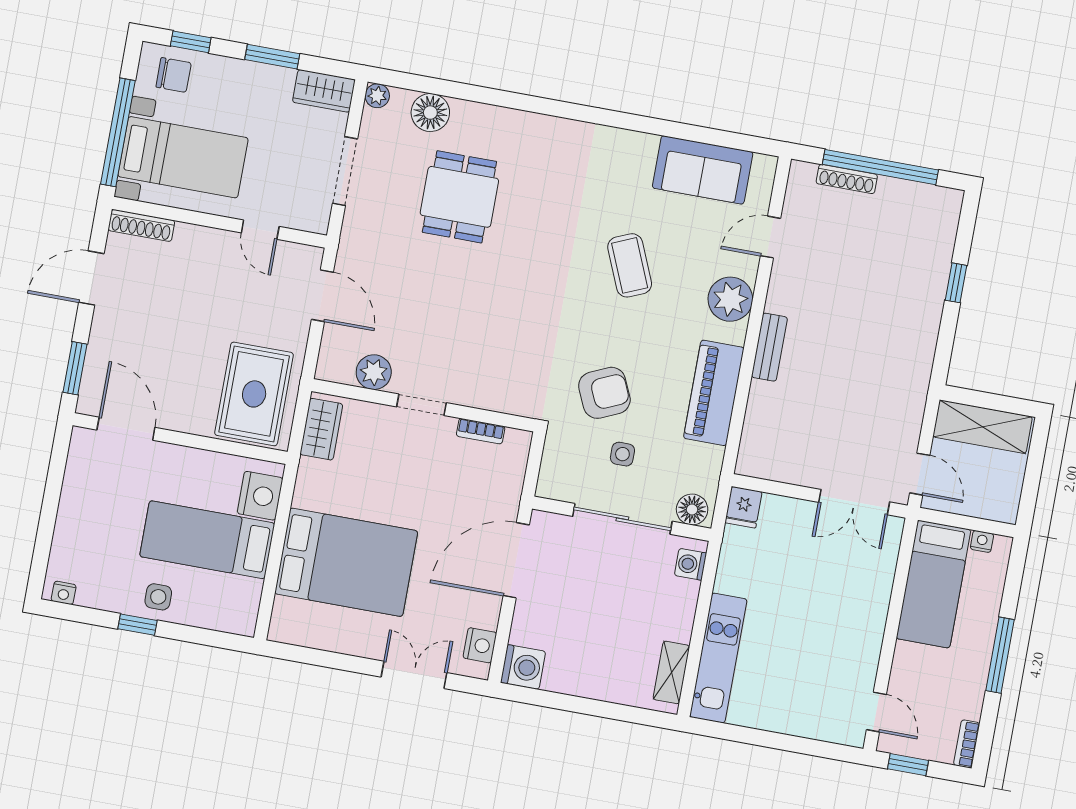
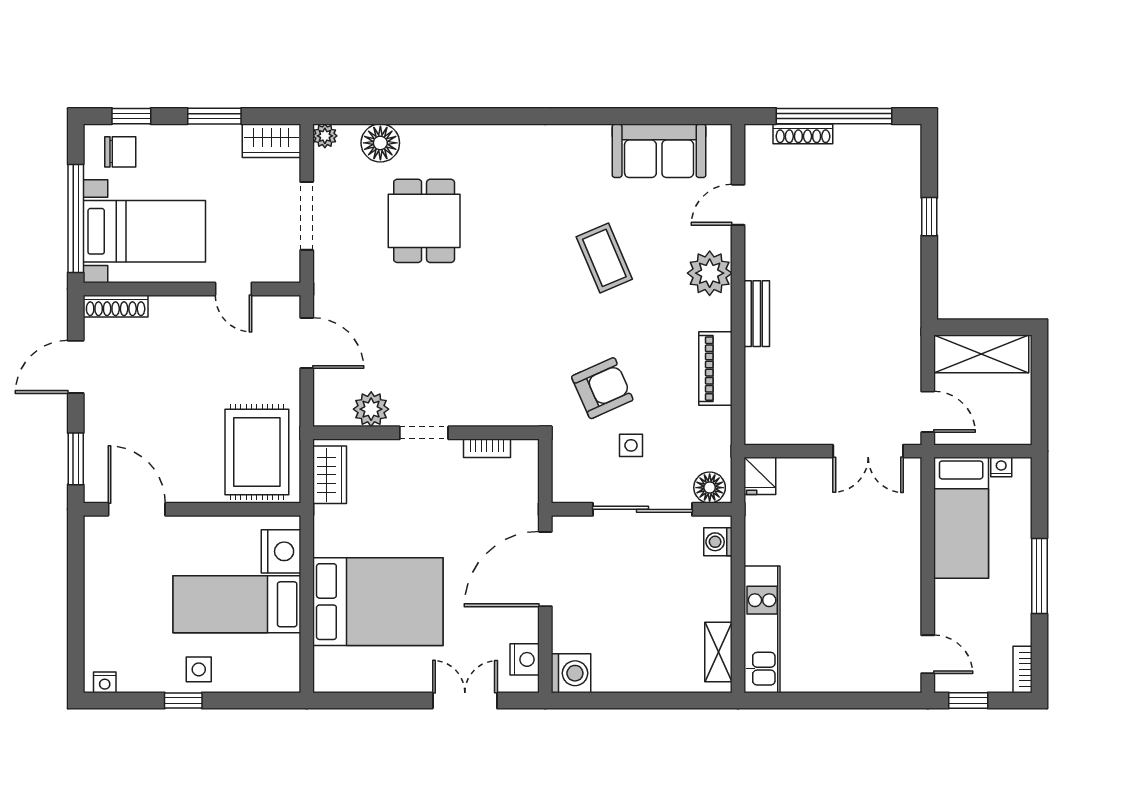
piano: (714, 393) -> (715, 369), width x0.73, depth x0.75

